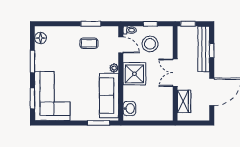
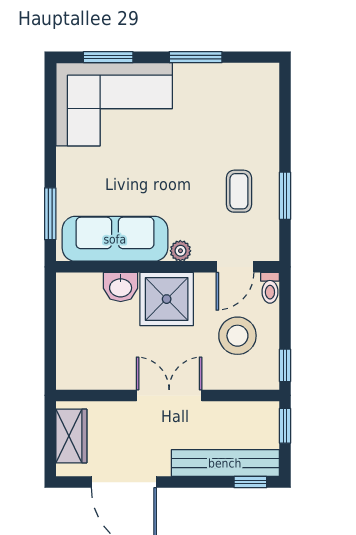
window: (150, 24) -> (285, 365), moved
floor lamp: (41, 38) -> (251, 76), removed
window: (212, 50) -> (250, 482), moved
wardrobe: (184, 101) -> (71, 436), moved, turned -90
washbasin: (129, 109) -> (121, 287), moved

